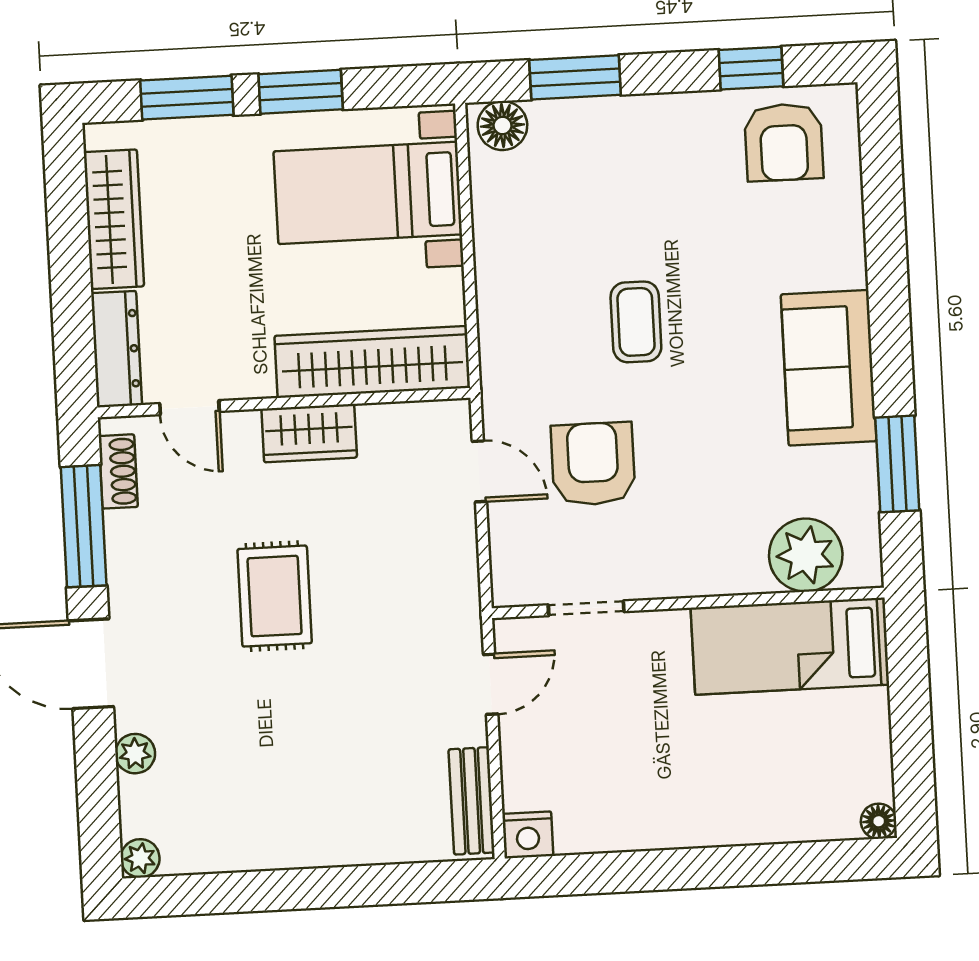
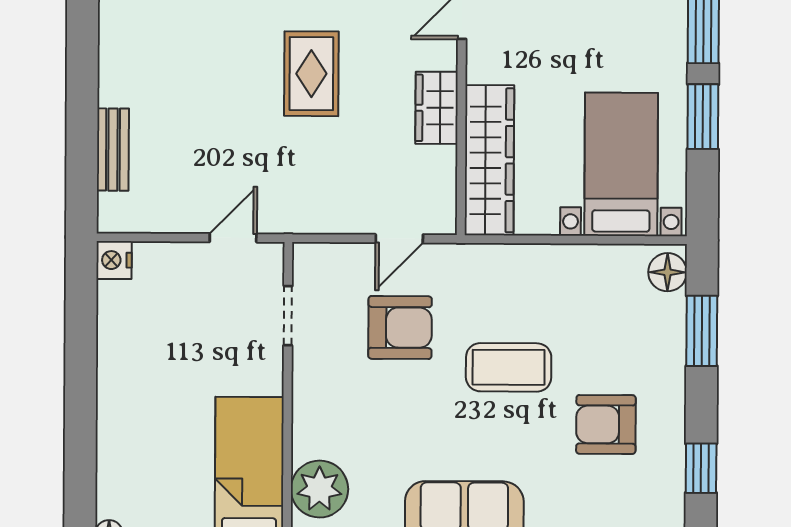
armchair: (784, 142) -> (606, 424), moved
coffee table: (636, 322) -> (509, 367), width x1.36, depth x1.30
rug: (275, 596) -> (311, 74), turned 90
door: (491, 684) -> (233, 238), swing flipped
bench: (472, 801) -> (113, 150), moved, turned 90

